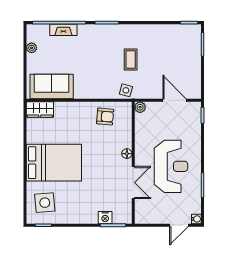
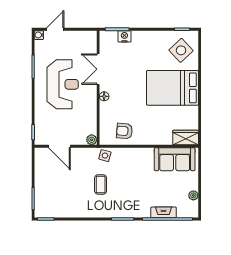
reception desk: (171, 166) -> (63, 84), turned 180
side table: (45, 203) -> (181, 50), turned -38

